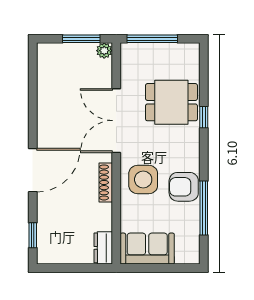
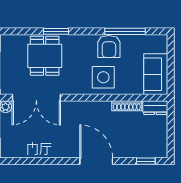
window: (204, 117) -> (56, 31), width x1.50
double door: (116, 121) -> (36, 98), moved
shoe rack: (106, 182) -> (127, 106), moved

